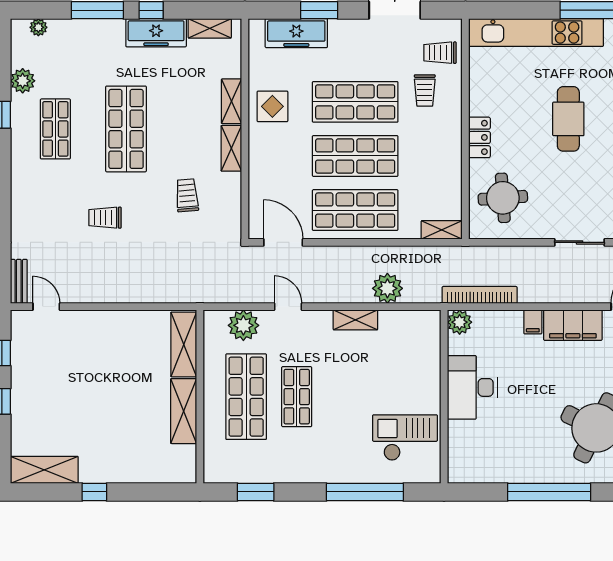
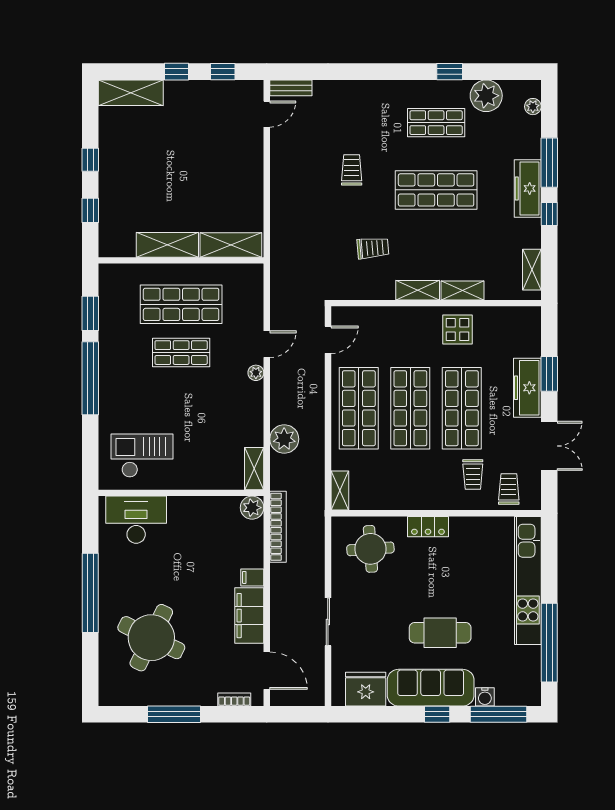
freezer: (156, 33) -> (528, 188), moved
freezer: (296, 33) -> (527, 388), moved
plant: (23, 81) -> (486, 96), width x1.36, depth x1.36
trolley: (425, 90) -> (473, 474), turned -90
cafe table: (568, 119) -> (440, 633), moved
door: (283, 242) -> (328, 340), width x0.73
shelving: (355, 320) -> (254, 469), moved
plant: (243, 325) -> (256, 373), moved, width x0.53, depth x0.53
desk: (472, 387) -> (136, 520), moved
checkout: (405, 438) -> (142, 456), turned -90
shelving: (44, 470) -> (131, 93), moved, turned 90
window: (147, 492) -> (90, 210), added
window: (365, 492) -> (90, 378), moved

